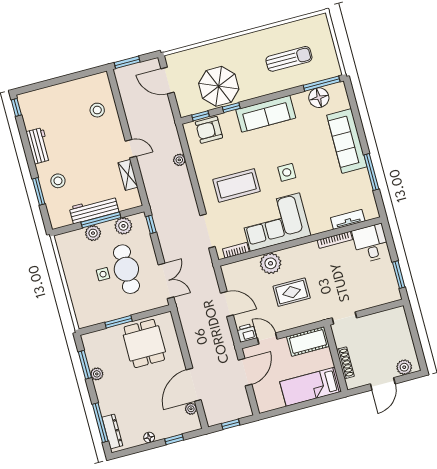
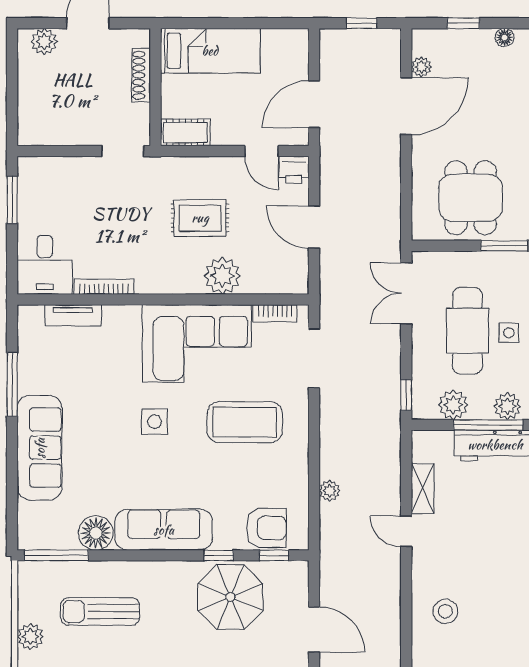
plant: (324, 35) -> (30, 637), added
floor lamp: (319, 98) -> (96, 533), moved
cot: (308, 341) -> (185, 132), width x0.73, depth x0.75

